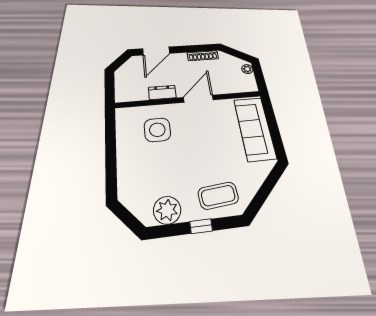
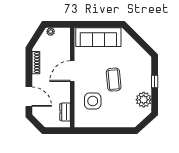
dresser: (162, 92) -> (65, 112), moved
door: (198, 99) -> (72, 71), hinge flipped
coffee table: (218, 196) -> (114, 80), moved

